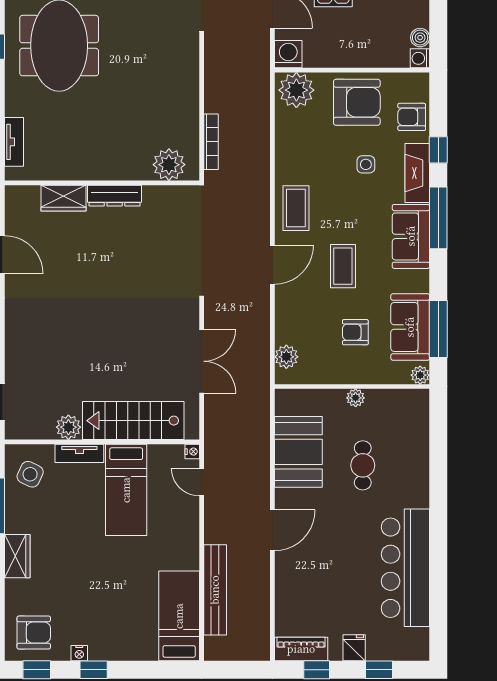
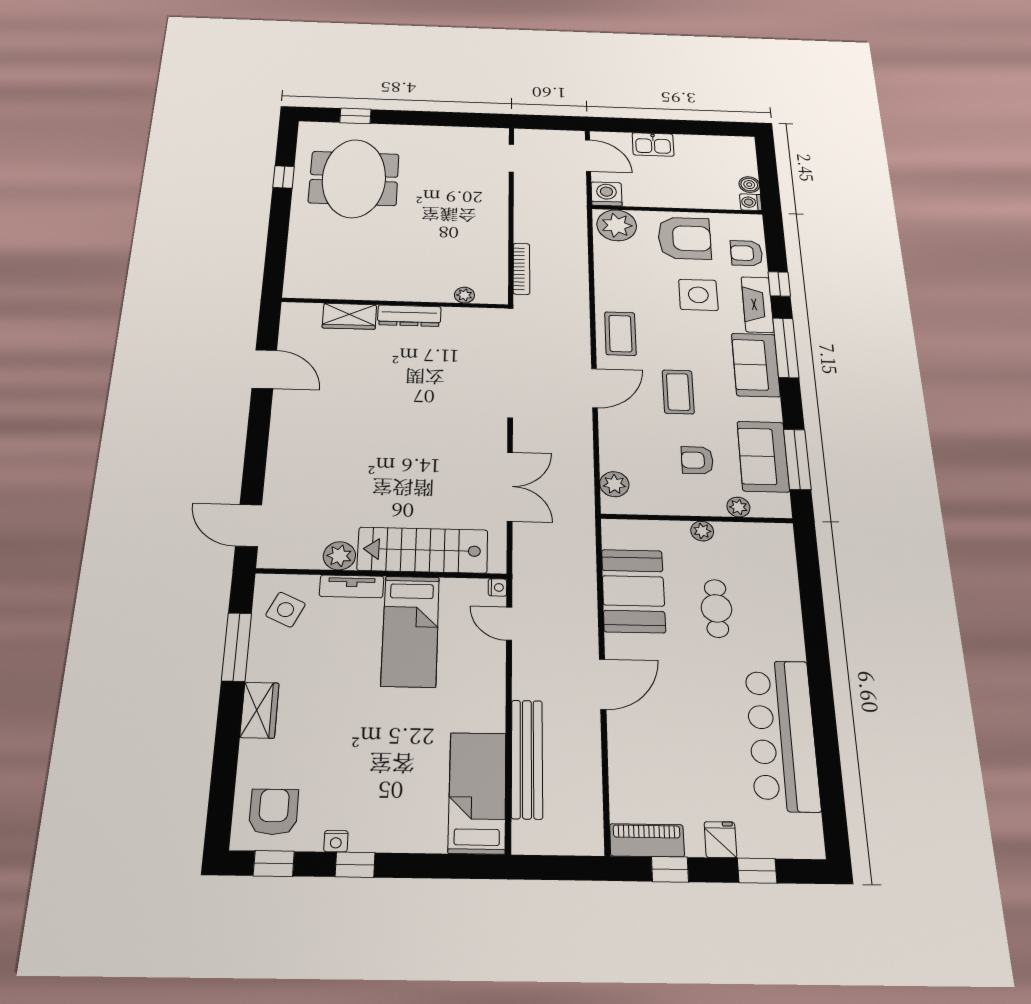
tv unit: (14, 142) -> (296, 262), removed
side table: (366, 164) -> (698, 295), width x1.87, depth x1.87
plant: (169, 165) -> (464, 295), width x0.53, depth x0.53
plant: (420, 375) -> (738, 507), moved
armchair: (34, 633) -> (274, 812), turned -90

